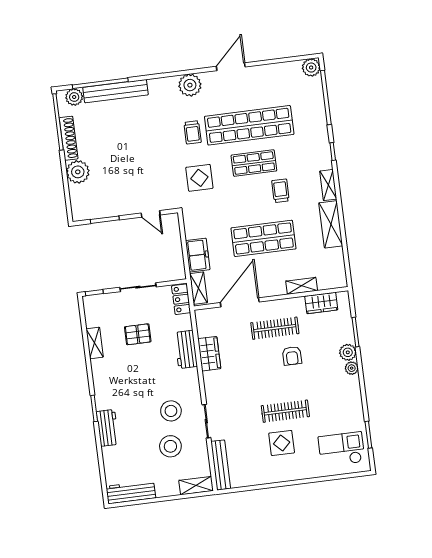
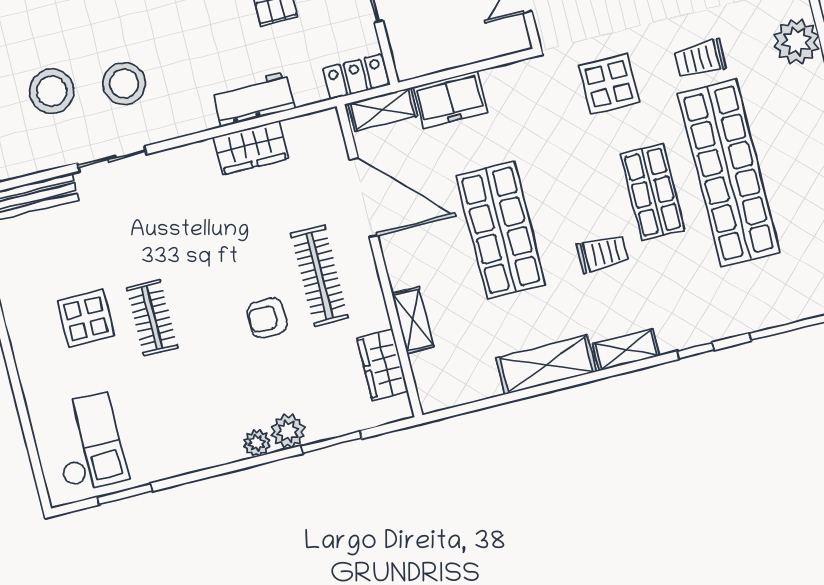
clothes rail: (285, 411) -> (152, 318), width x0.73

